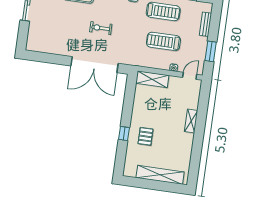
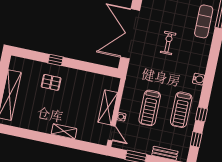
treadmill: (163, 41) -> (150, 108), turned 180
shelving: (152, 79) -> (108, 107), moved

